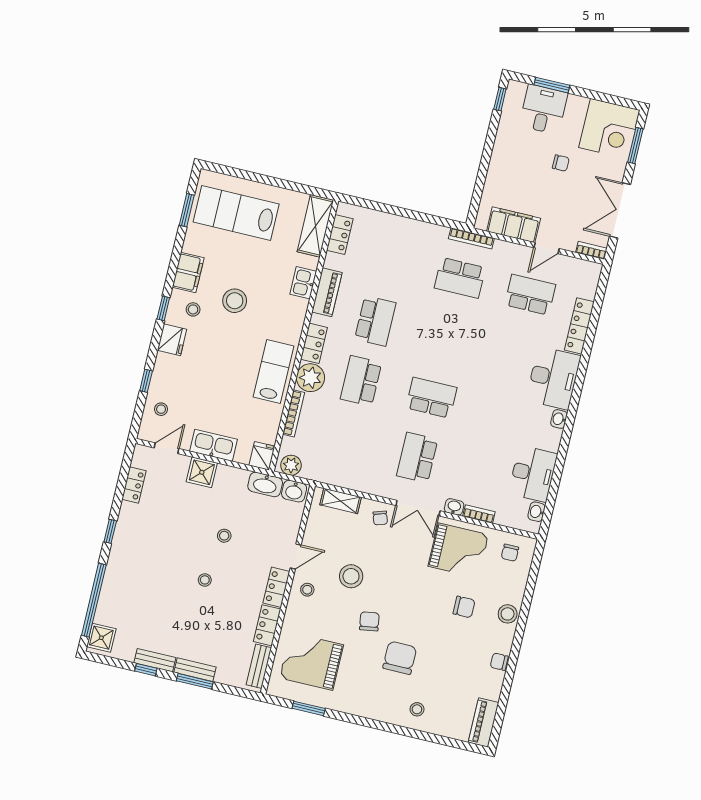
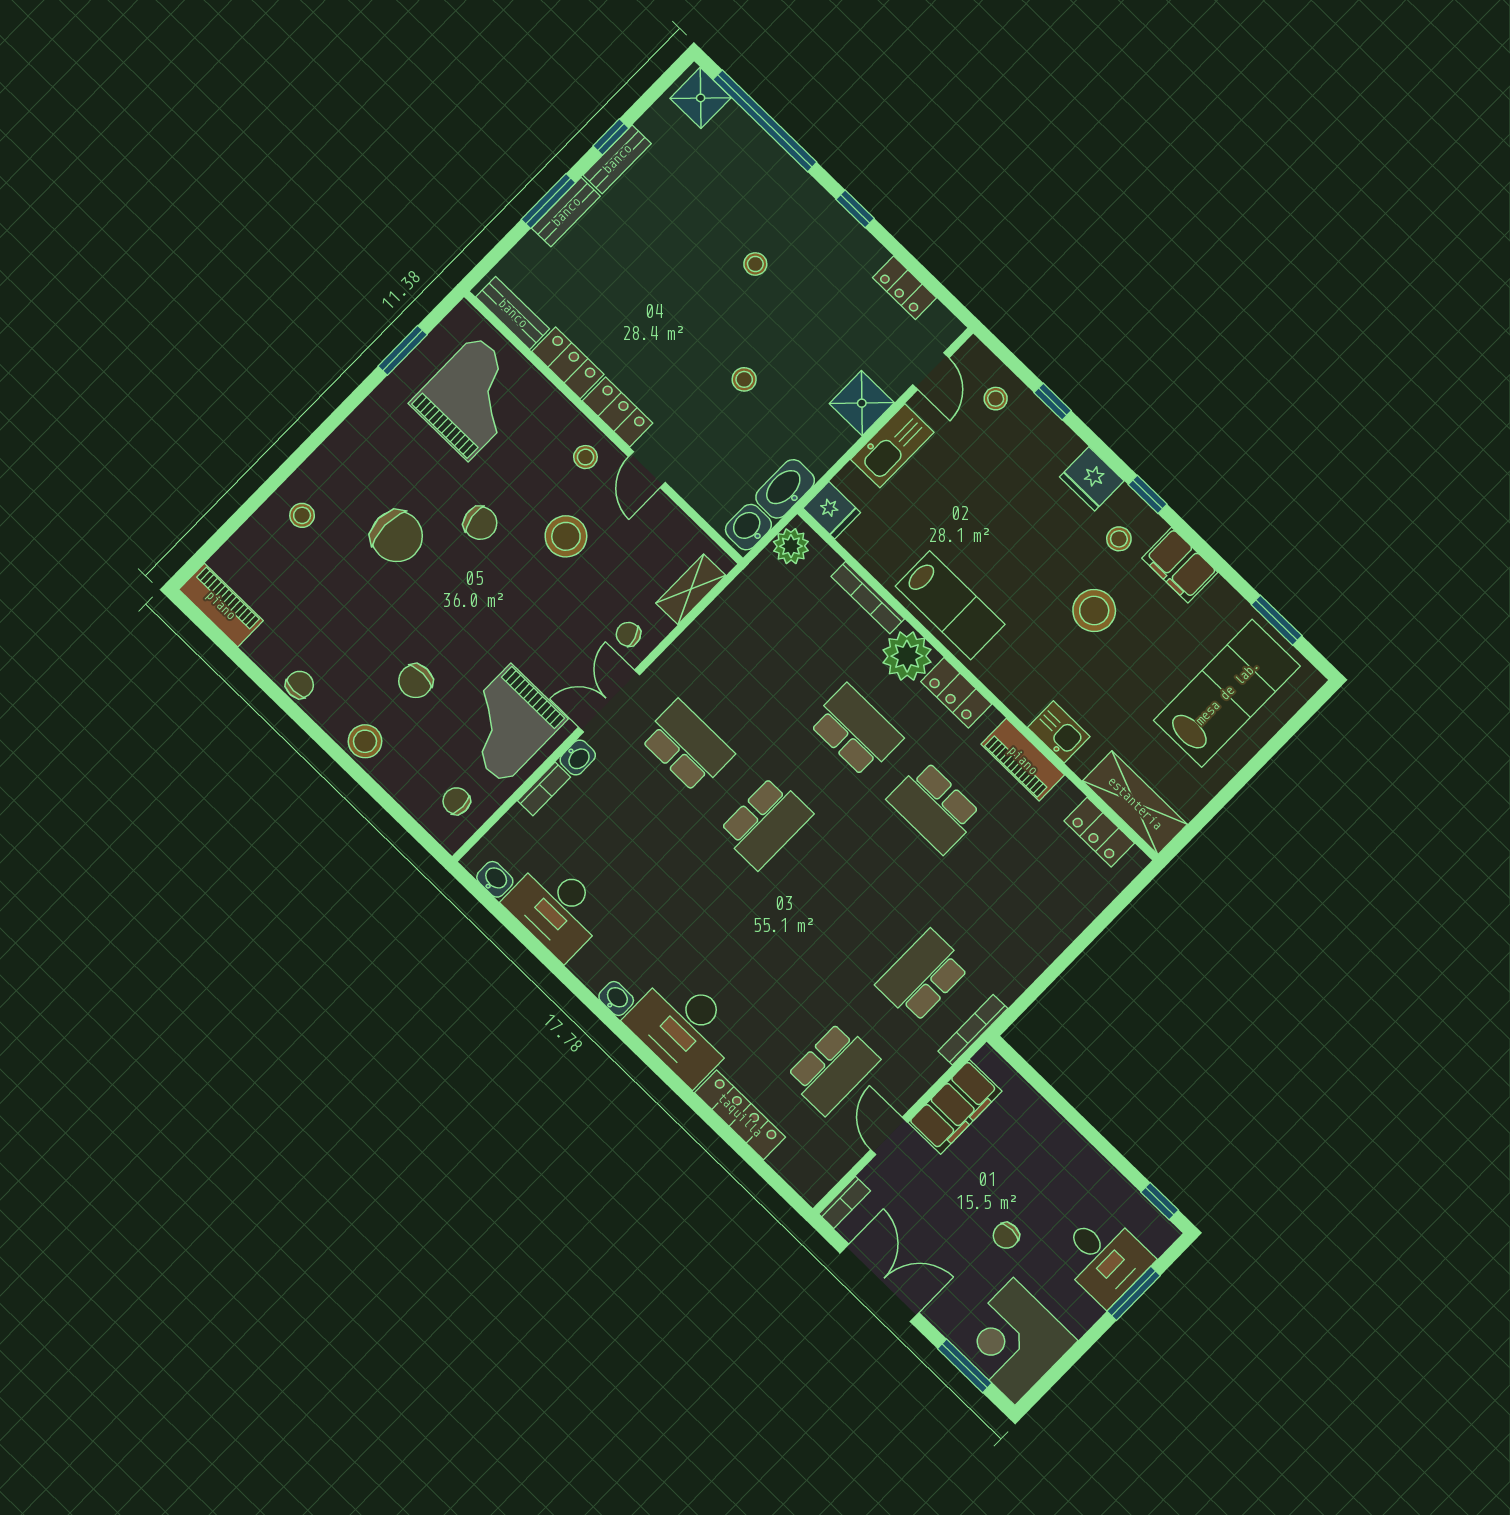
stool: (205, 580) -> (755, 264), moved

